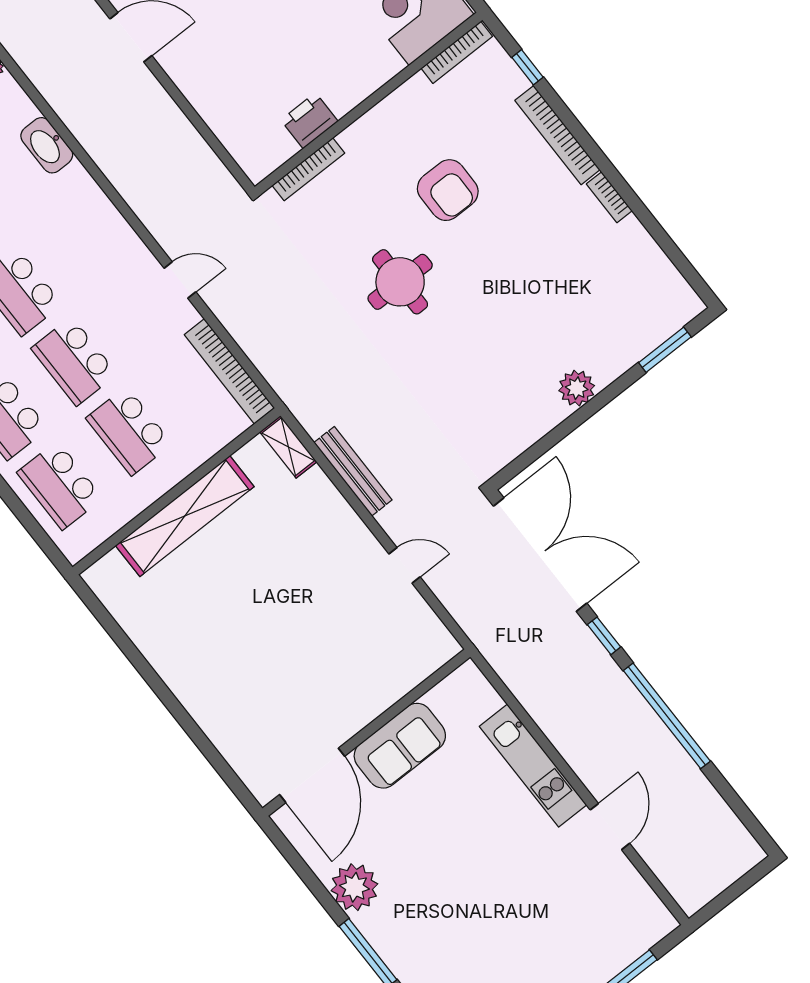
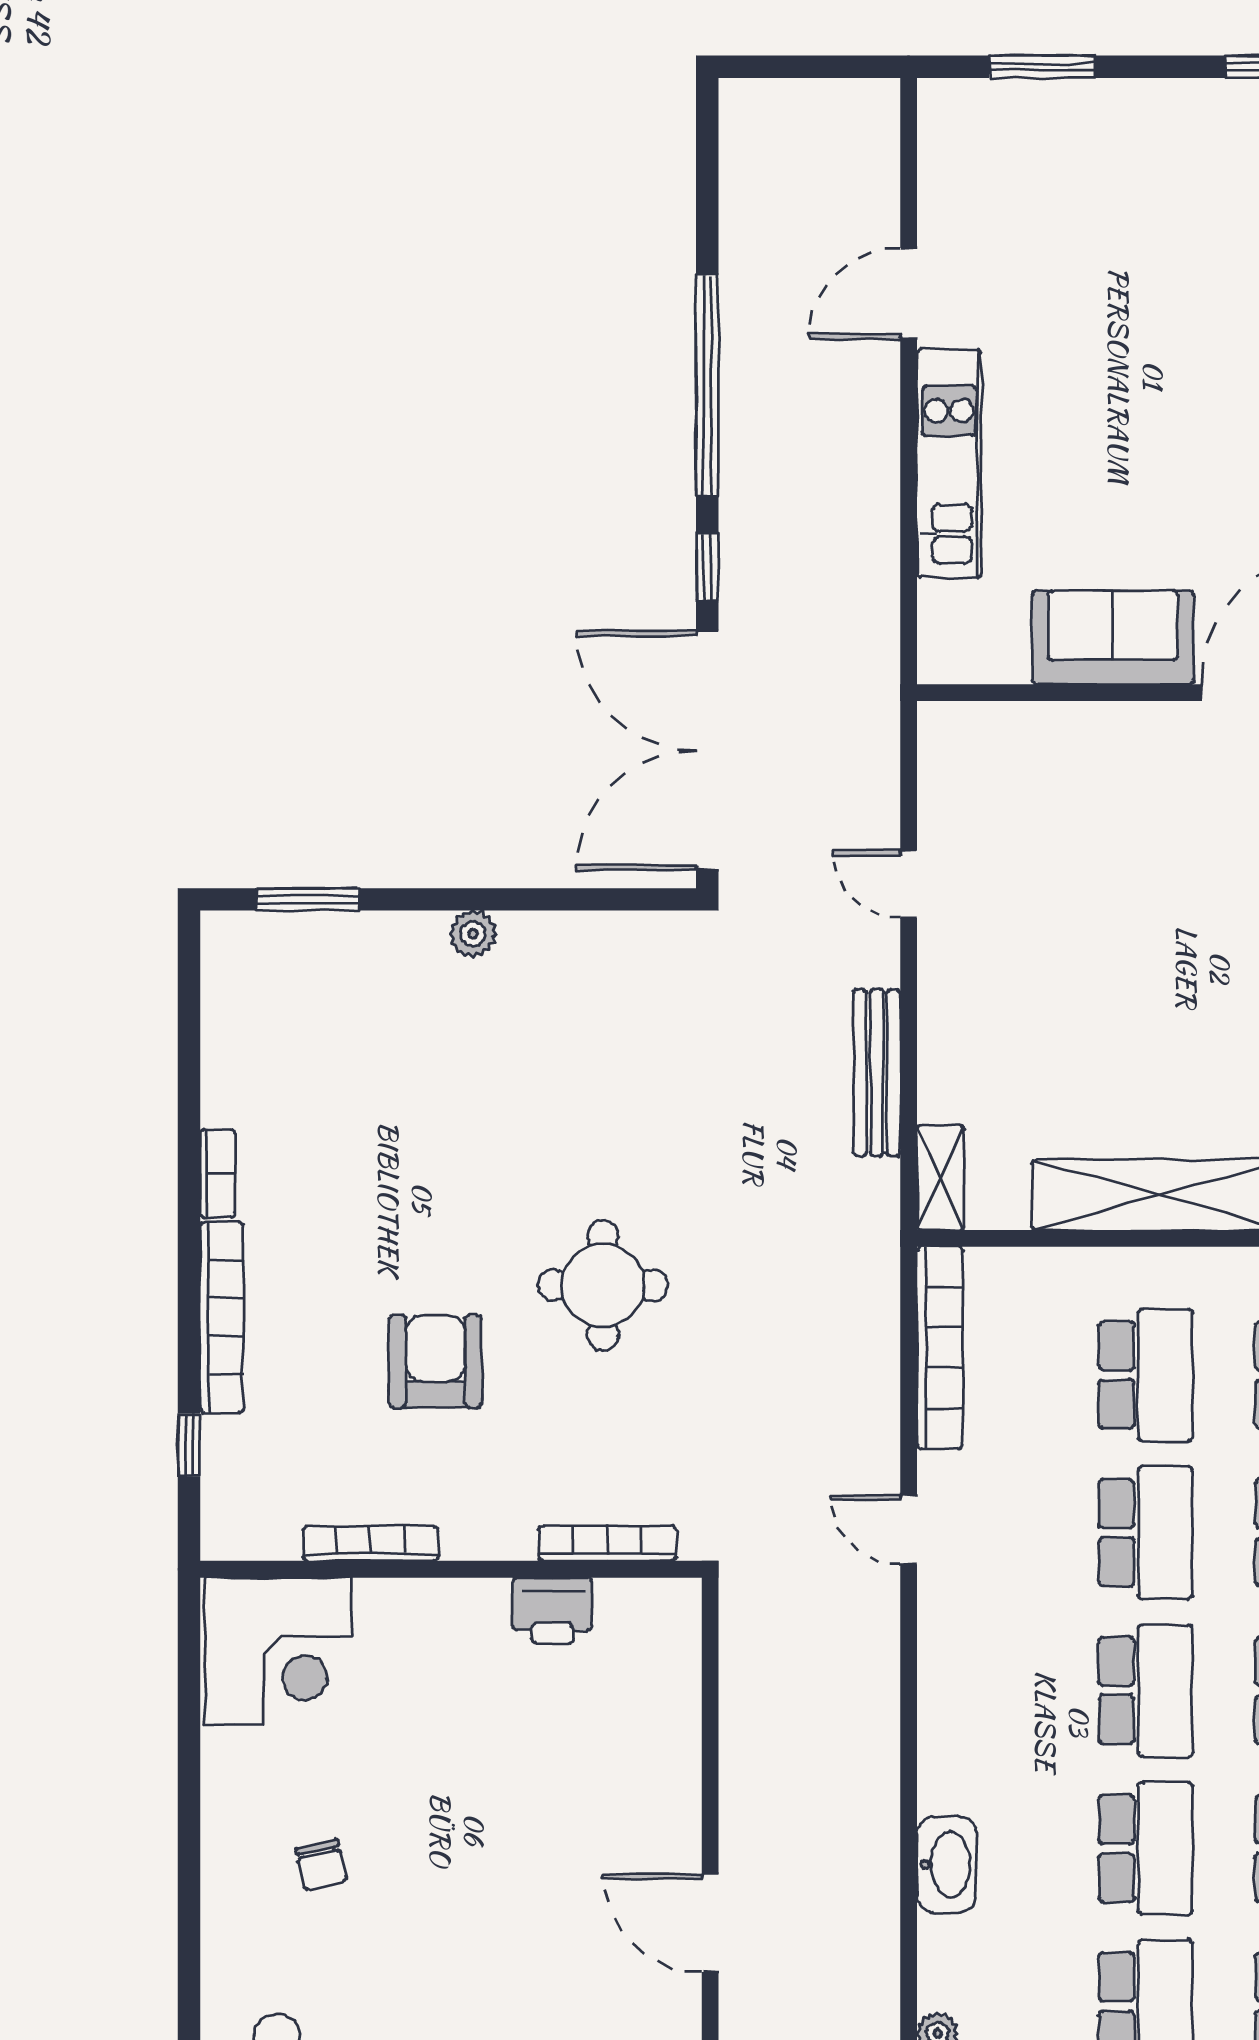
bookcase: (457, 52) -> (371, 1544), moved
plant: (577, 388) -> (473, 934), width x0.73, depth x0.73

